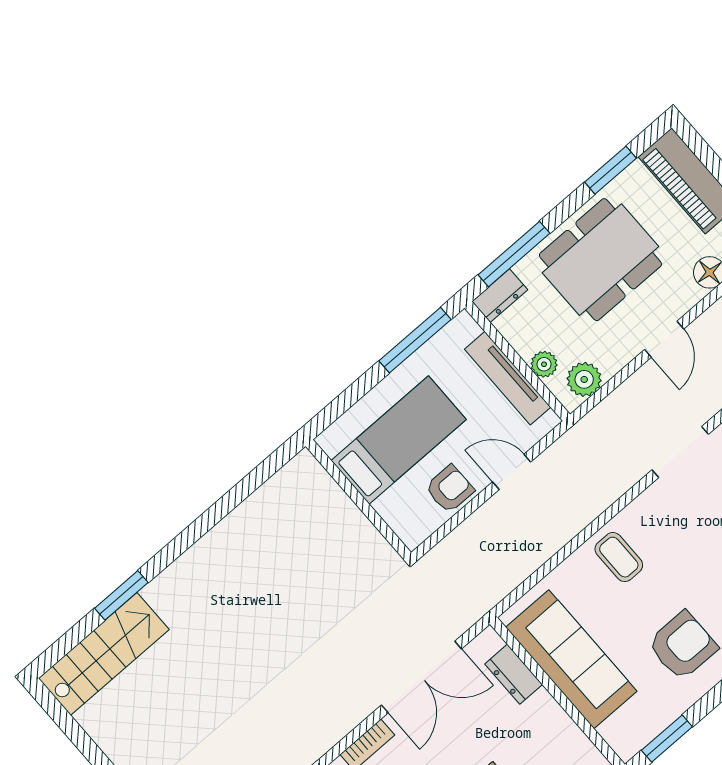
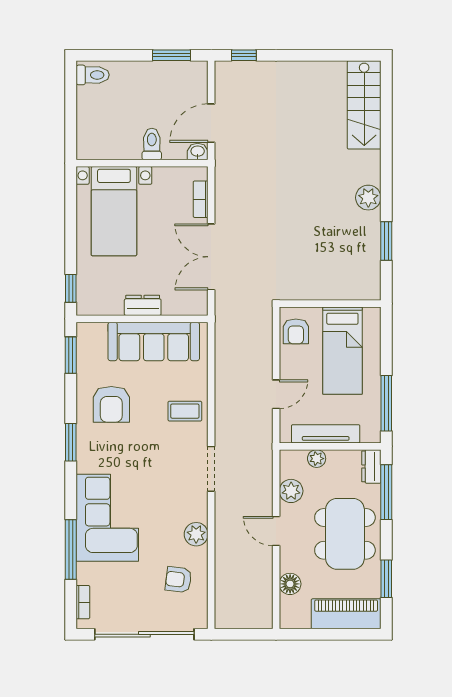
plant: (584, 379) -> (291, 491), moved
doorway: (680, 452) -> (211, 469), moved
armchair: (450, 489) -> (296, 331), moved
plant: (203, 560) -> (368, 198), added
window: (121, 595) -> (386, 241), moved
dresser: (514, 674) -> (143, 305), moved

